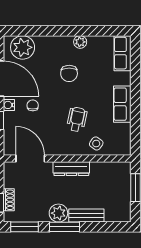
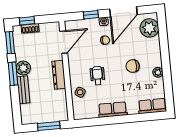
wheelchair: (77, 119) -> (97, 76), turned -102

